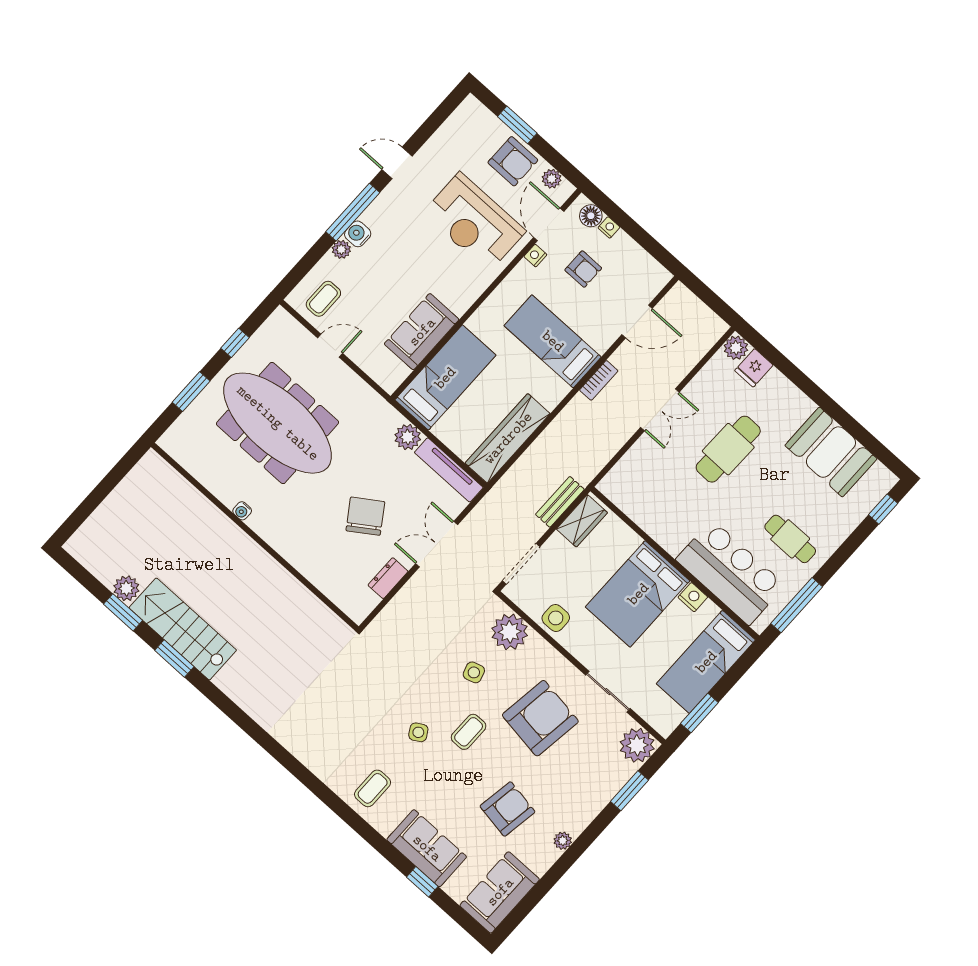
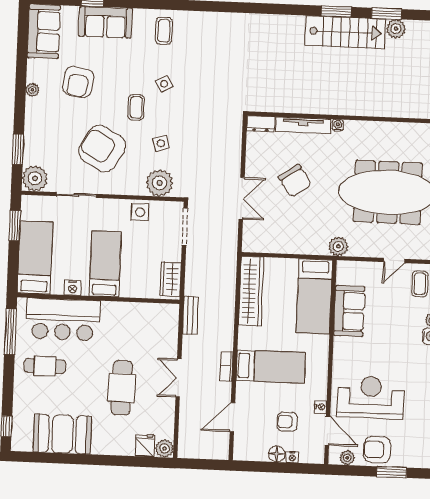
floor lamp: (591, 216) -> (277, 454), moved
plant: (408, 437) -> (338, 246), moved
tv unit: (449, 470) -> (303, 125), moved, turned 180
bench: (560, 502) -> (190, 315), moved
water cooler: (242, 511) -> (338, 125), moved
dresser: (388, 578) -> (261, 124), moved, turned 90
bed: (638, 594) -> (105, 264), width x0.67
armchair: (540, 718) -> (102, 149), turned 112

